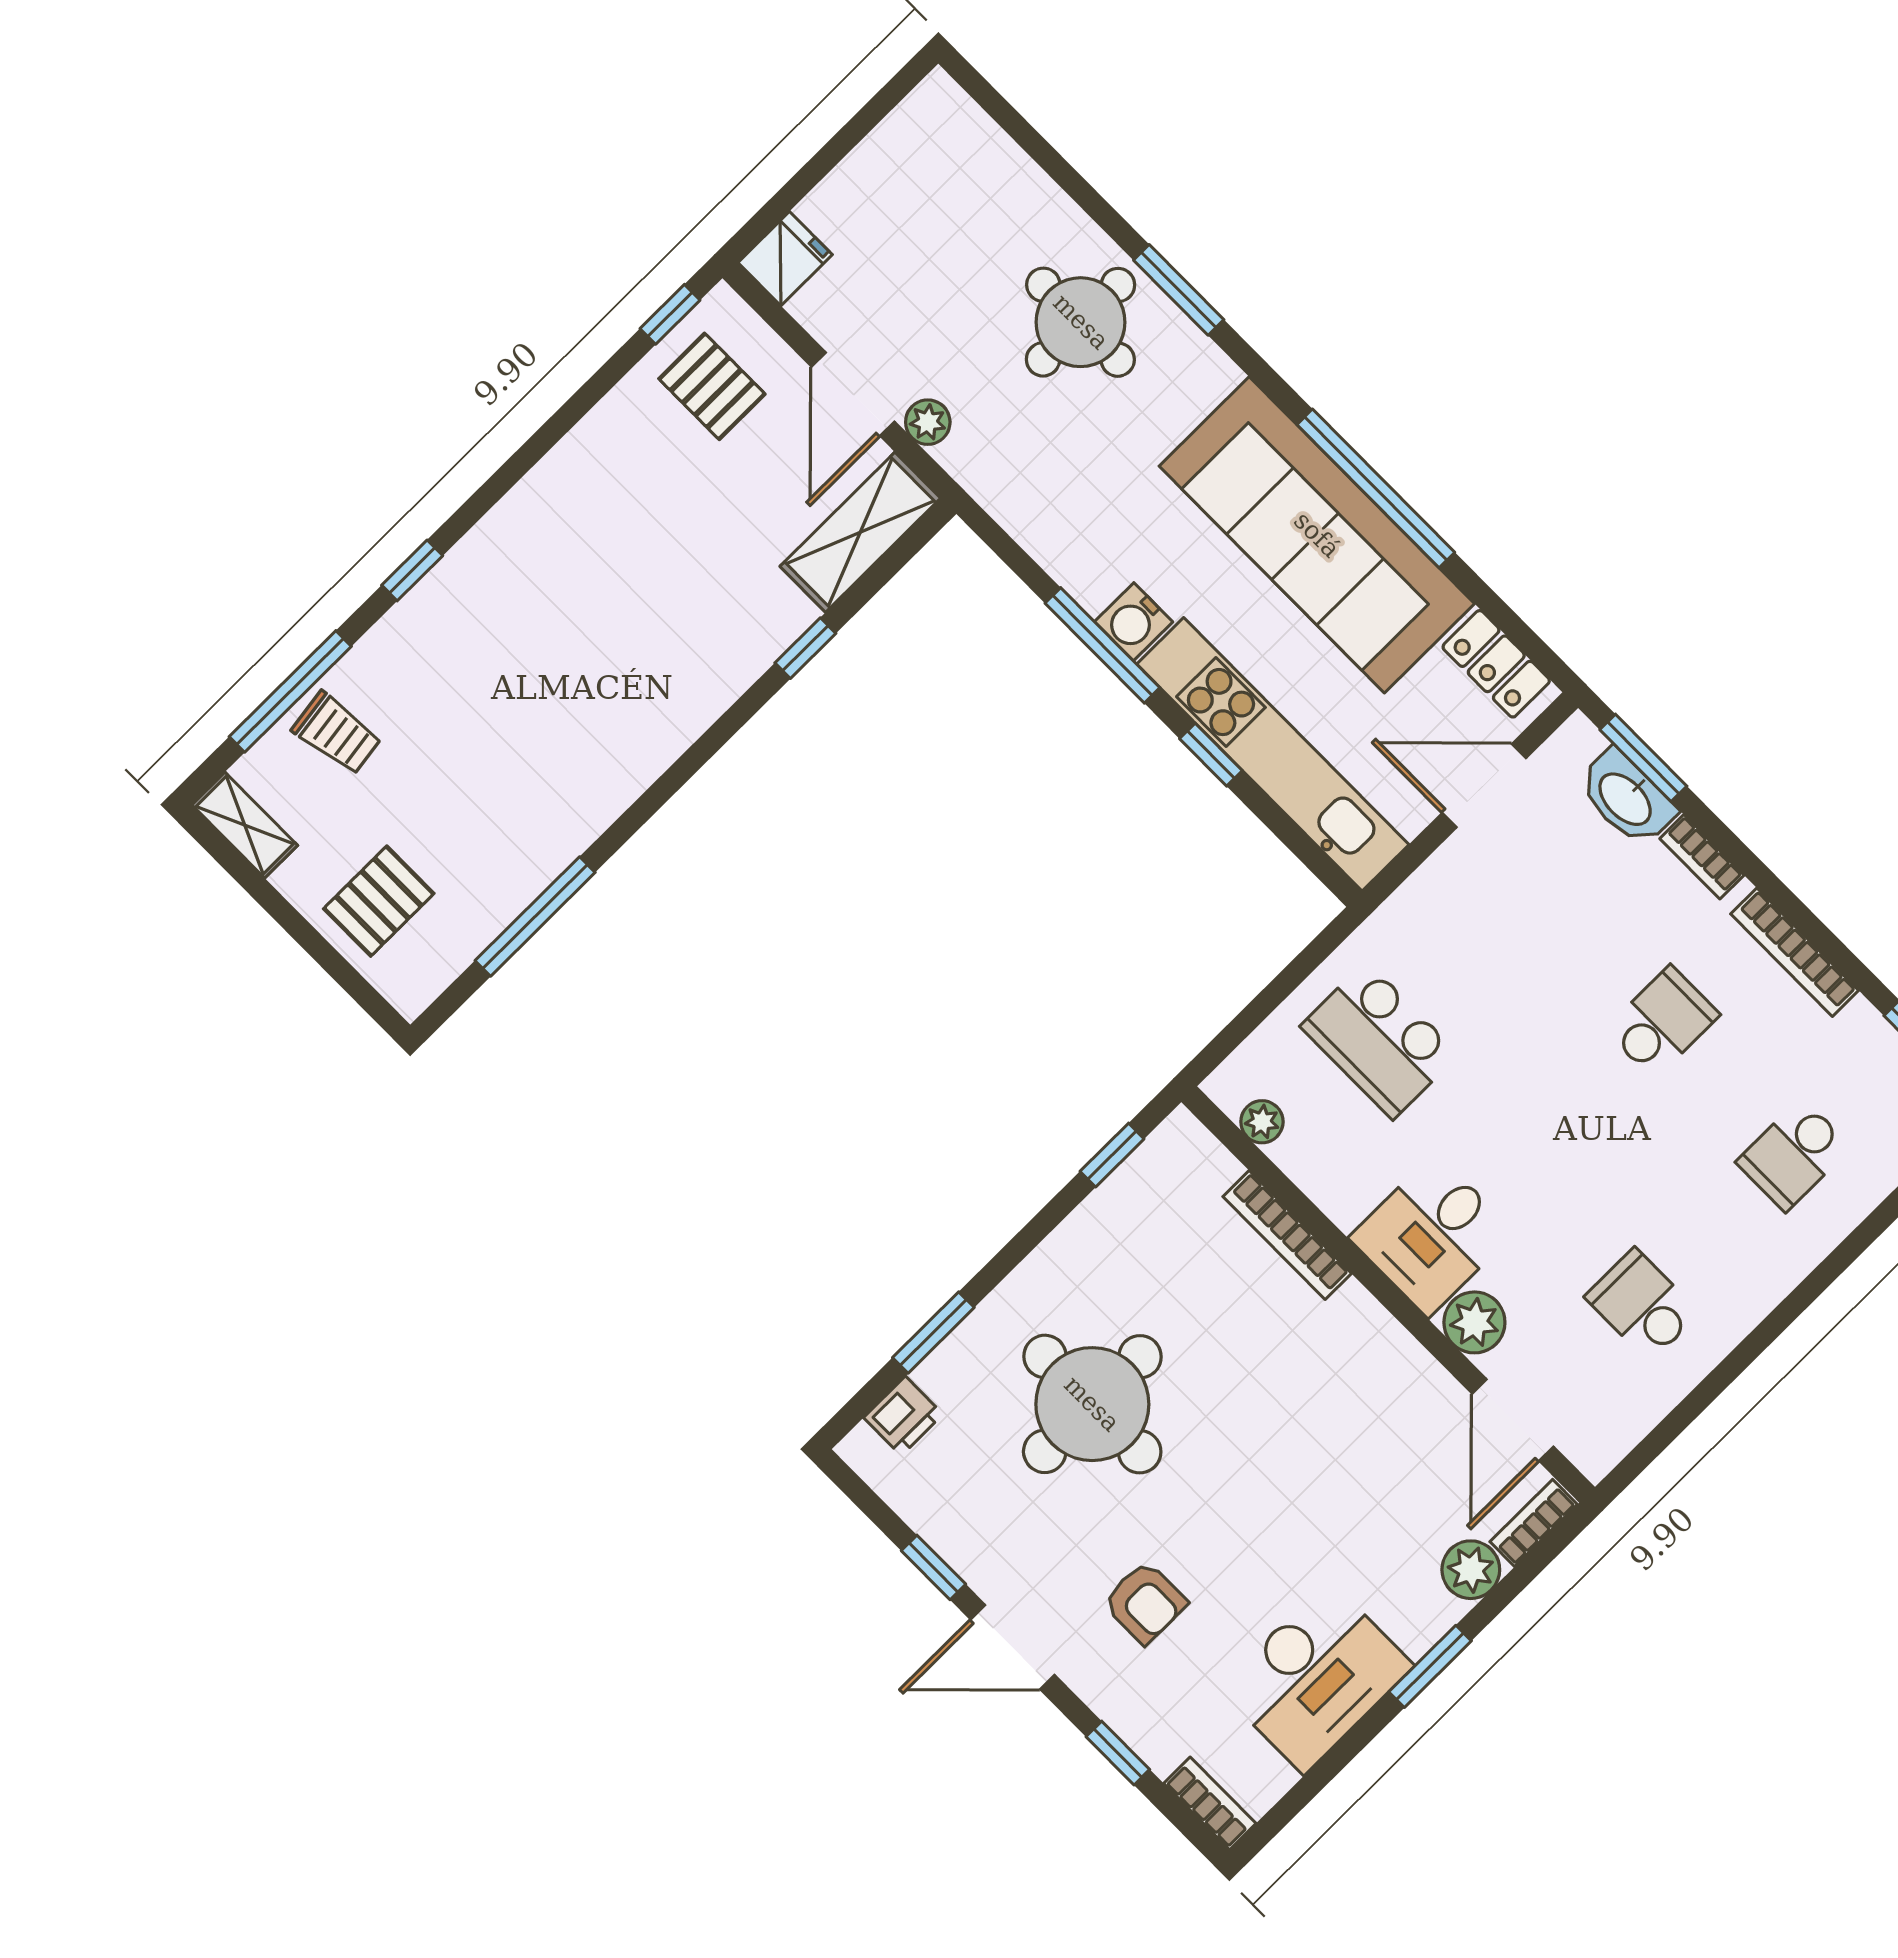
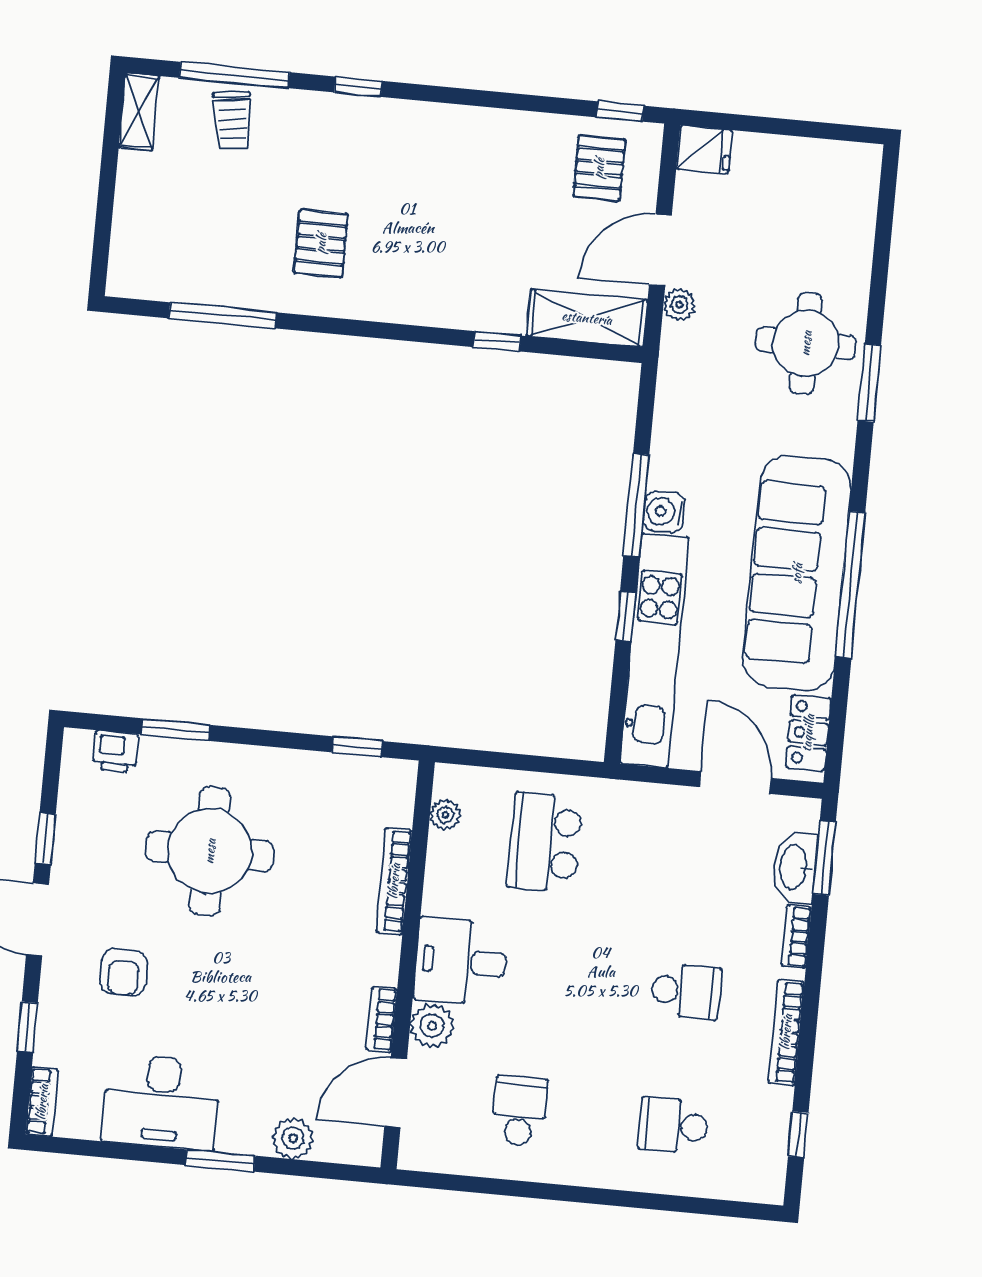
pallet: (379, 901) -> (321, 243), moved, turned 90
bookcase: (1534, 1523) -> (382, 1019), moved, turned -90

